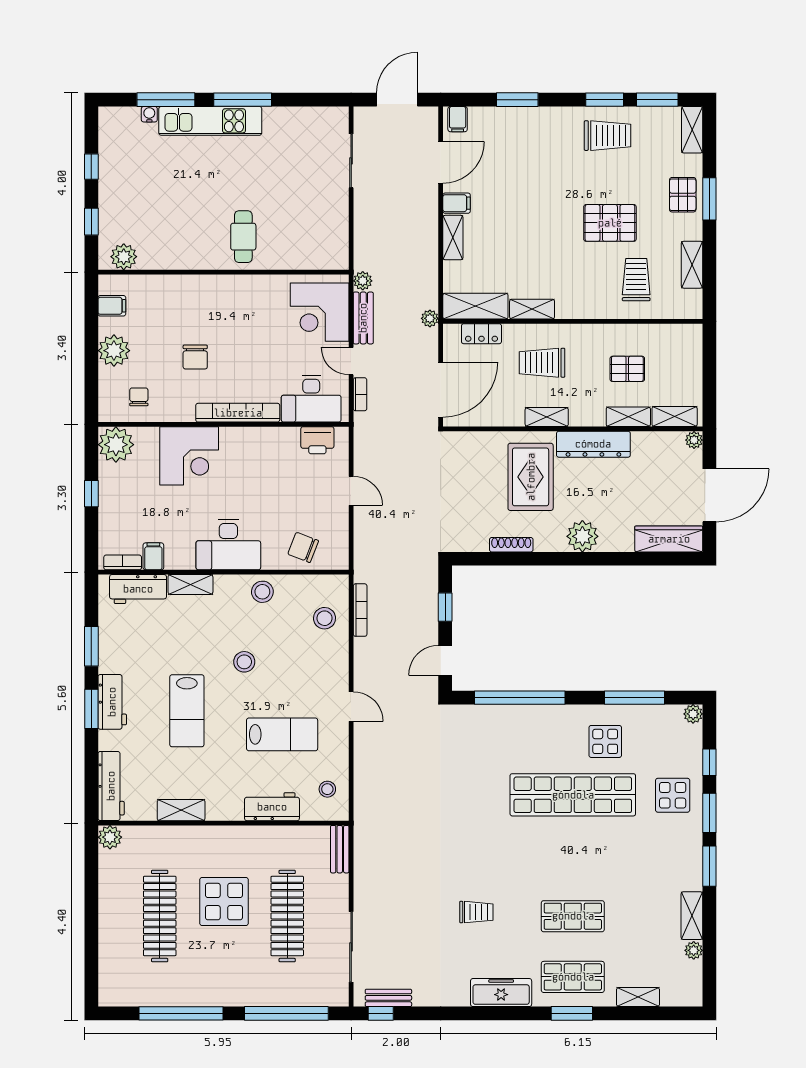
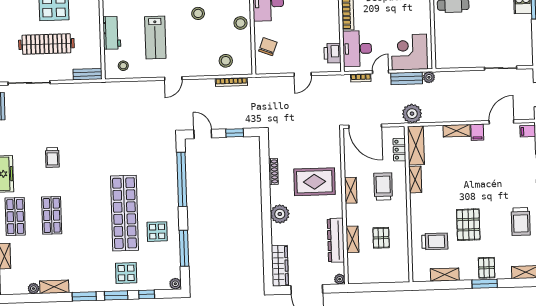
door: (441, 162) -> (501, 122), swing flipped
pallet: (683, 195) -> (487, 268), turned 90
plant: (430, 318) -> (412, 114), width x1.88, depth x1.88
shelving: (675, 416) -> (353, 267), removed
dresser: (593, 444) -> (336, 240), moved

